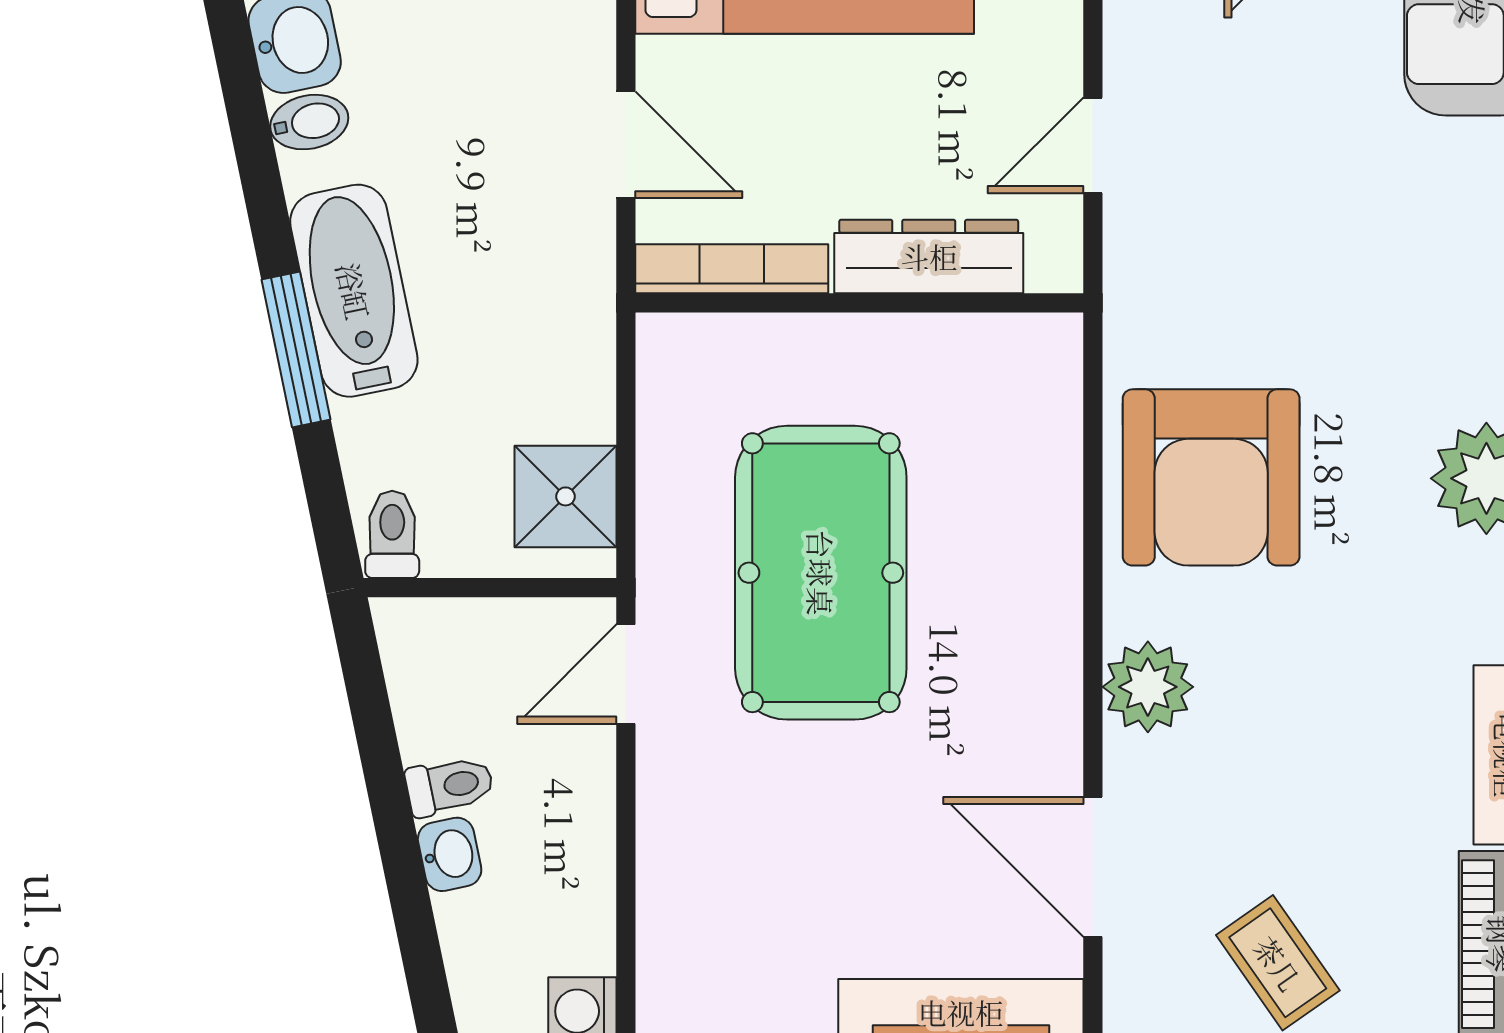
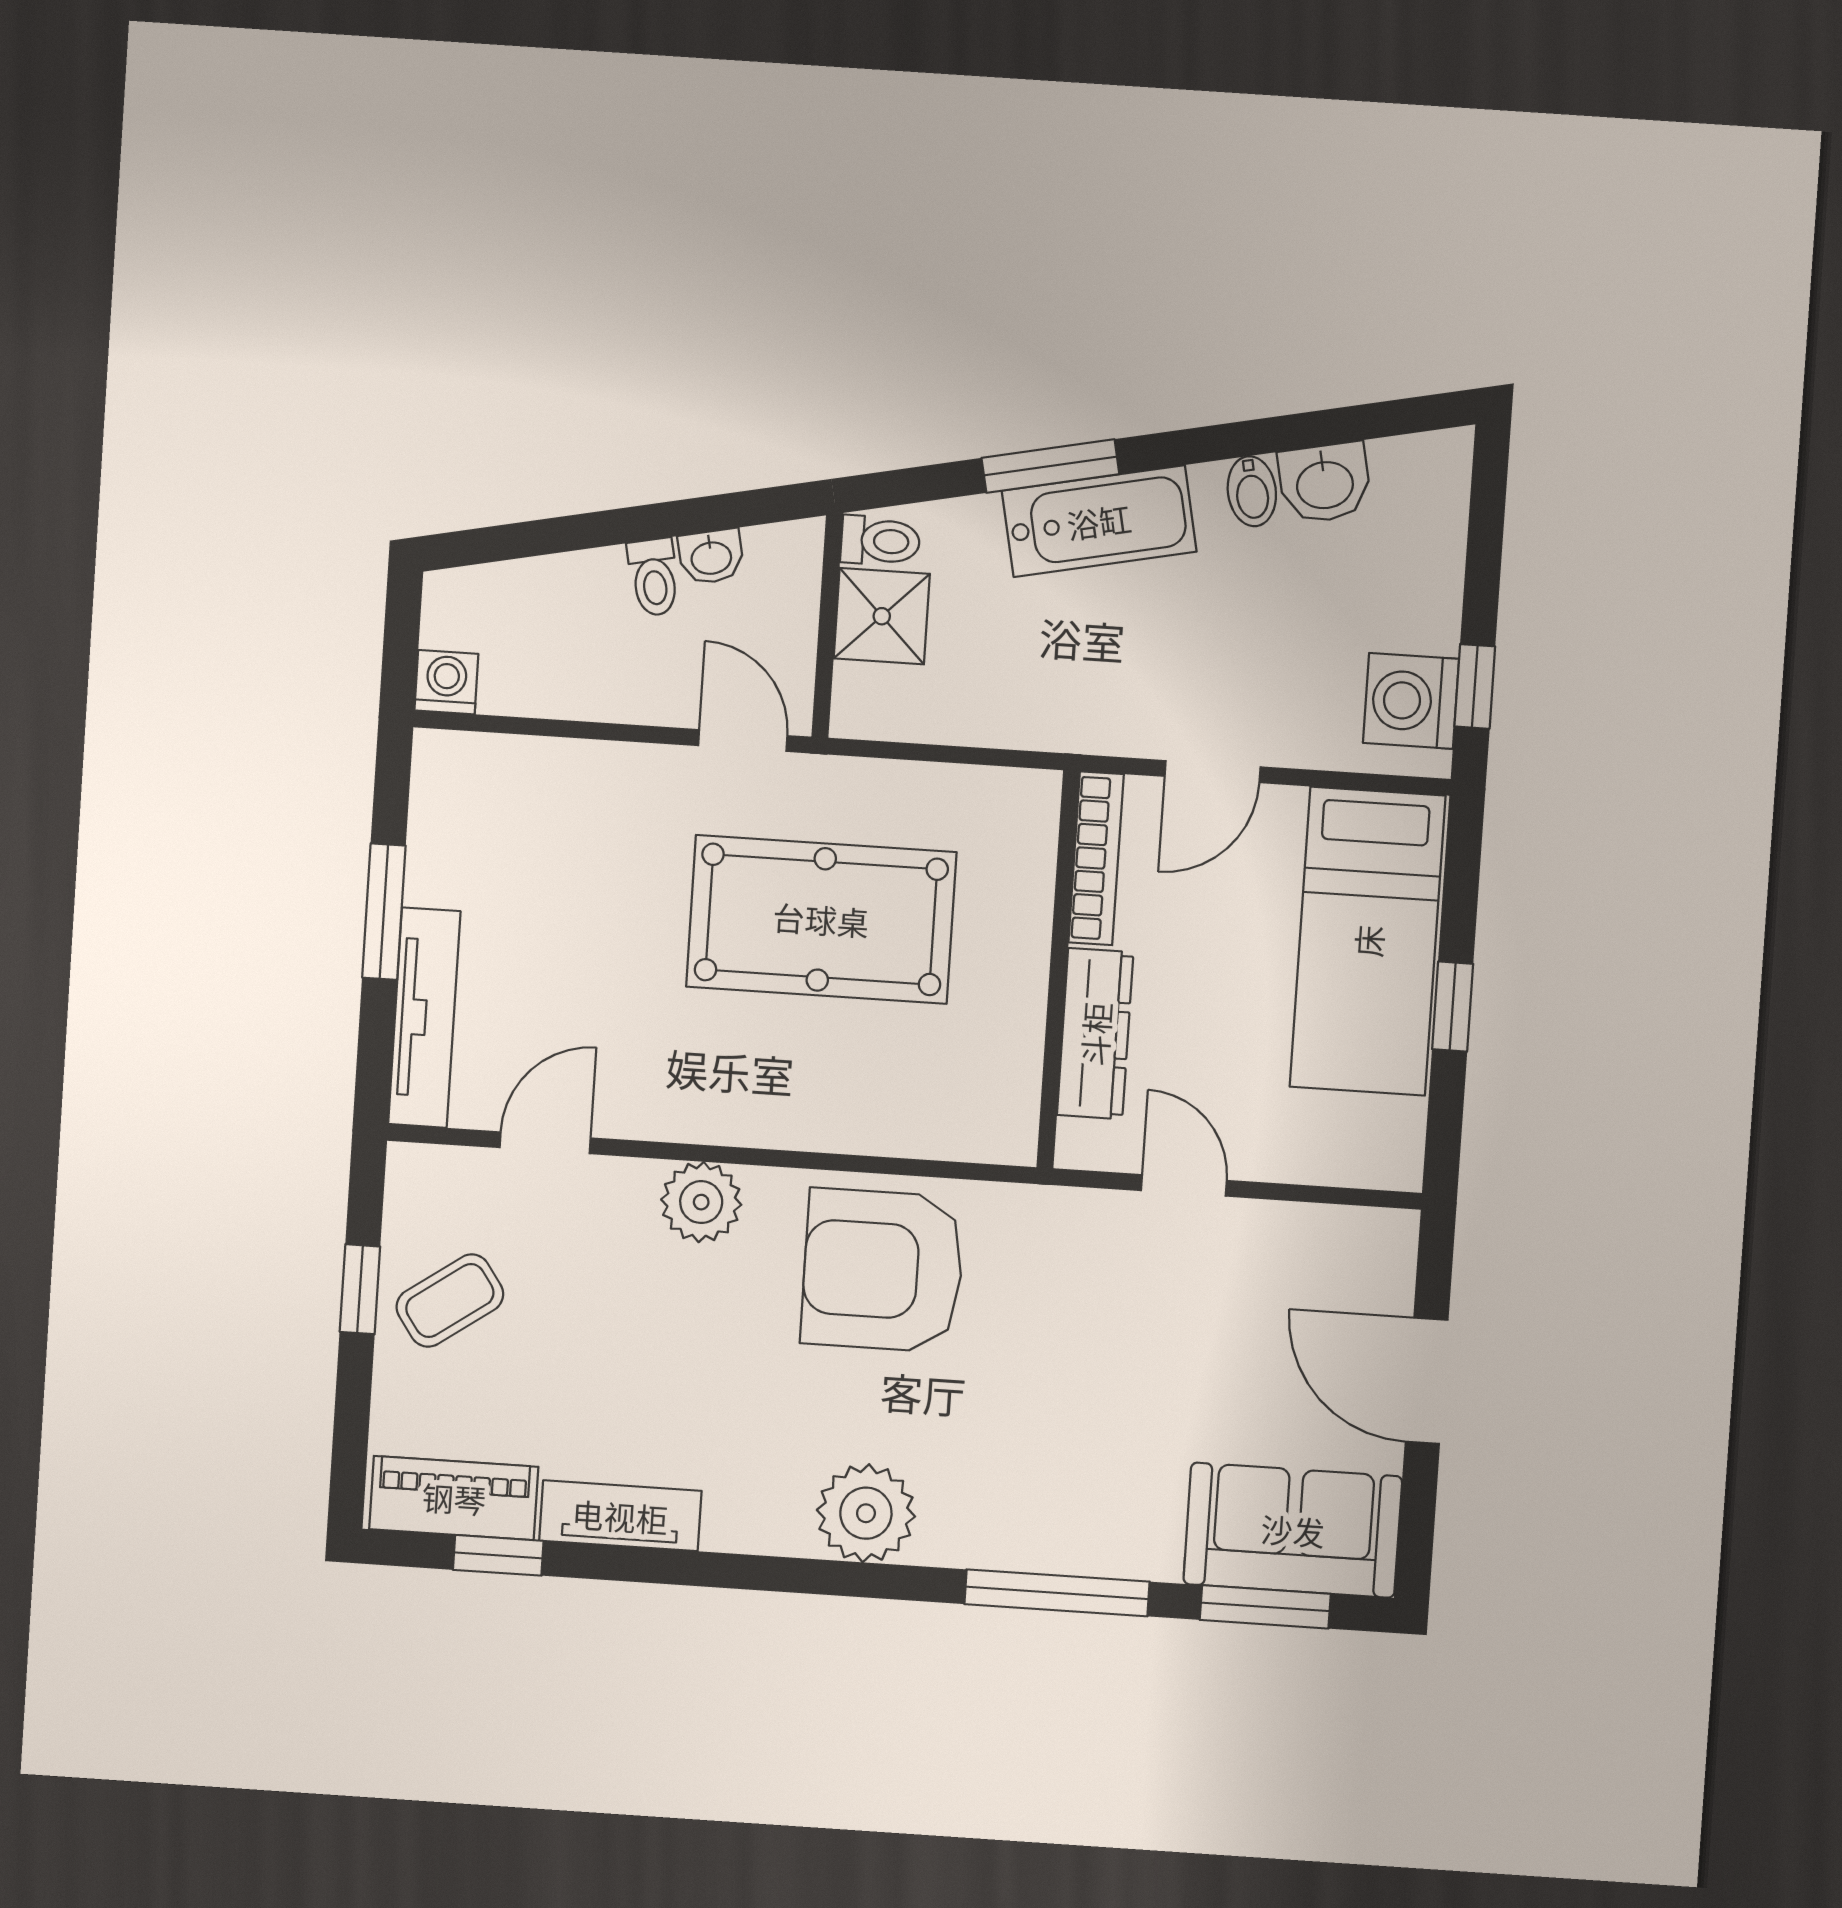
shower: (566, 496) -> (882, 616), moved
washbasin: (450, 854) -> (711, 557), moved
door: (1093, 867) -> (545, 1143), width x0.73

